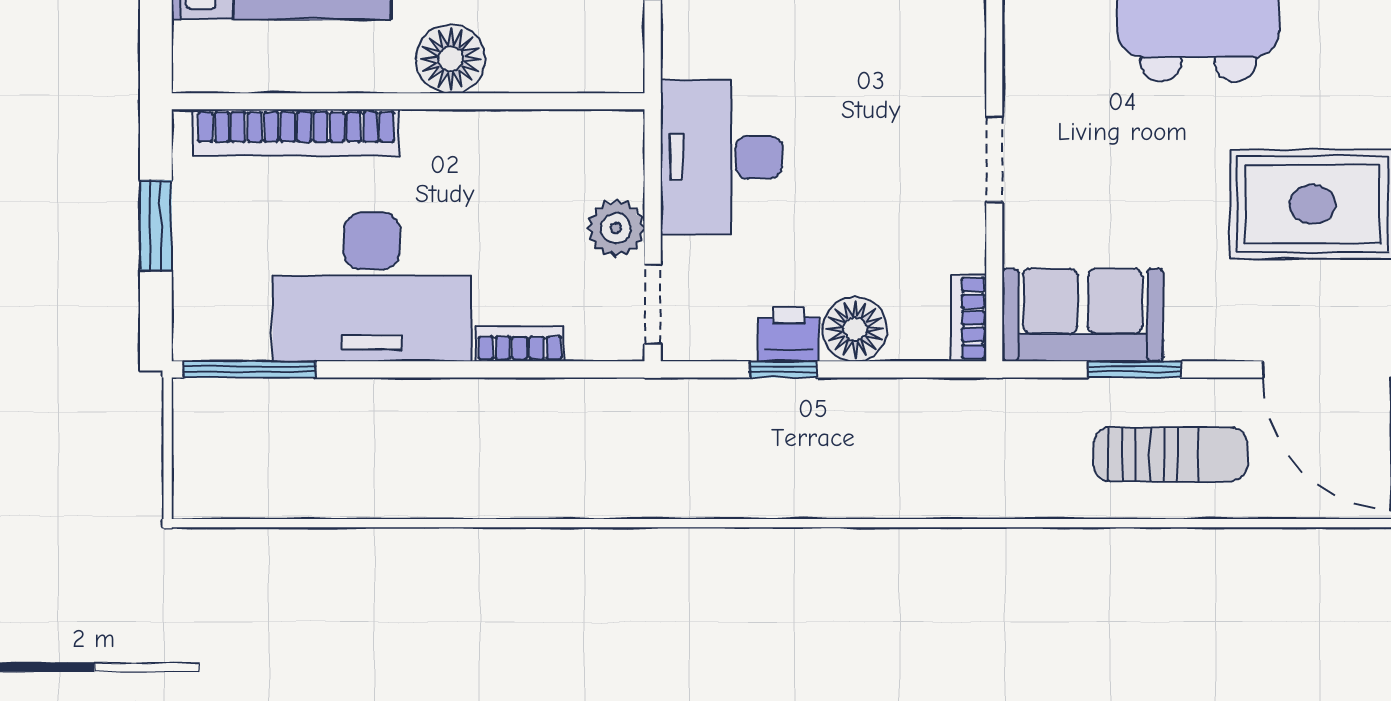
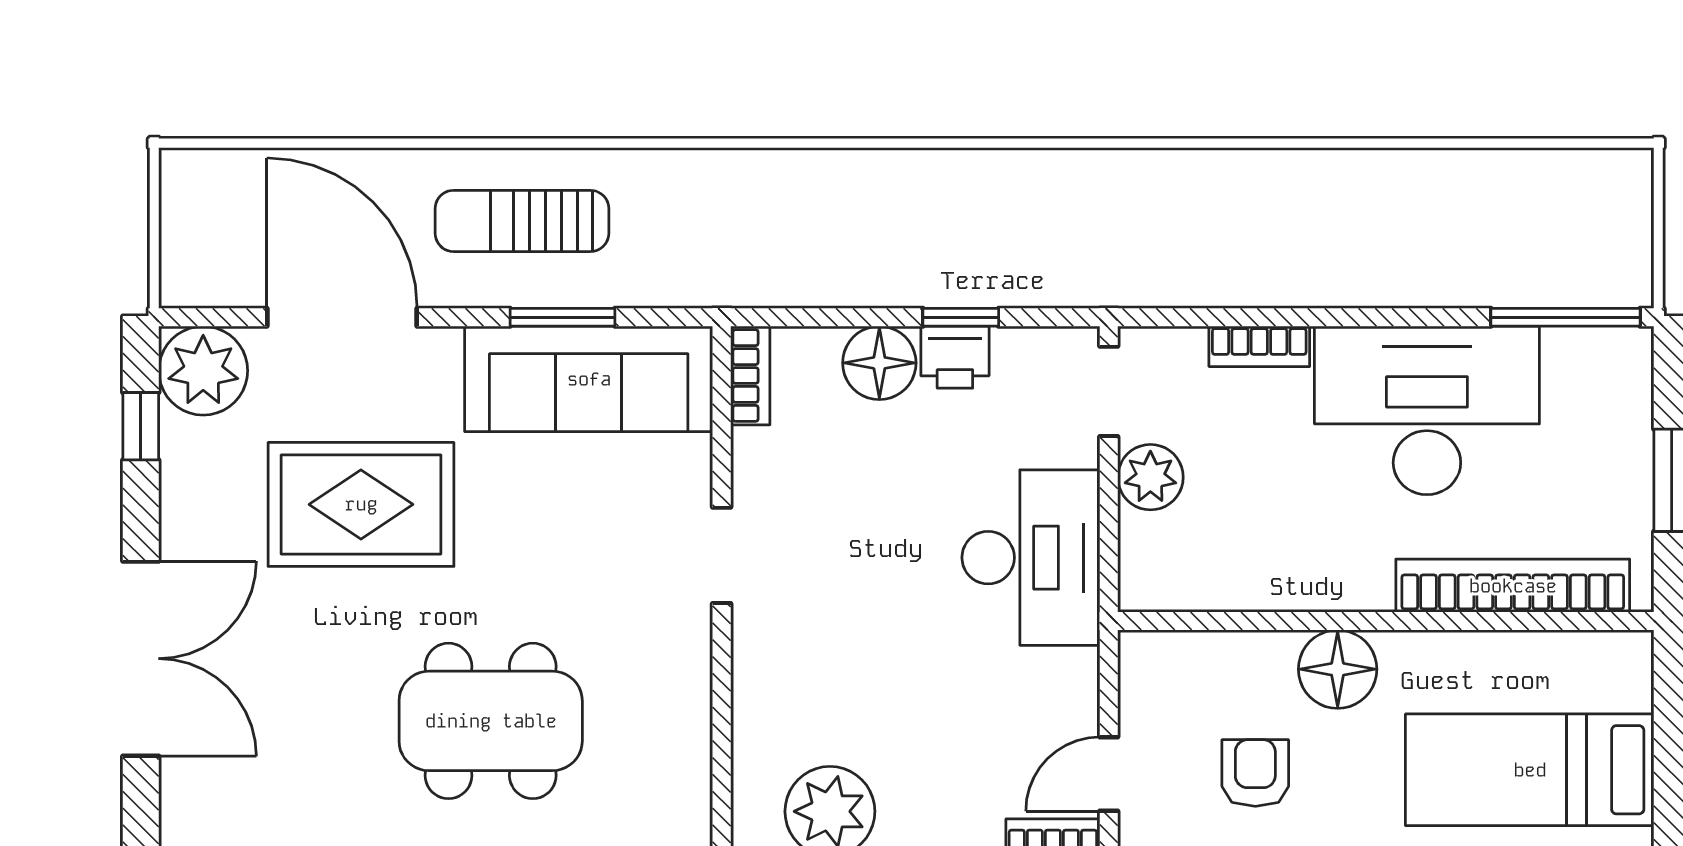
sofa: (1083, 315) -> (589, 379), width x1.36

